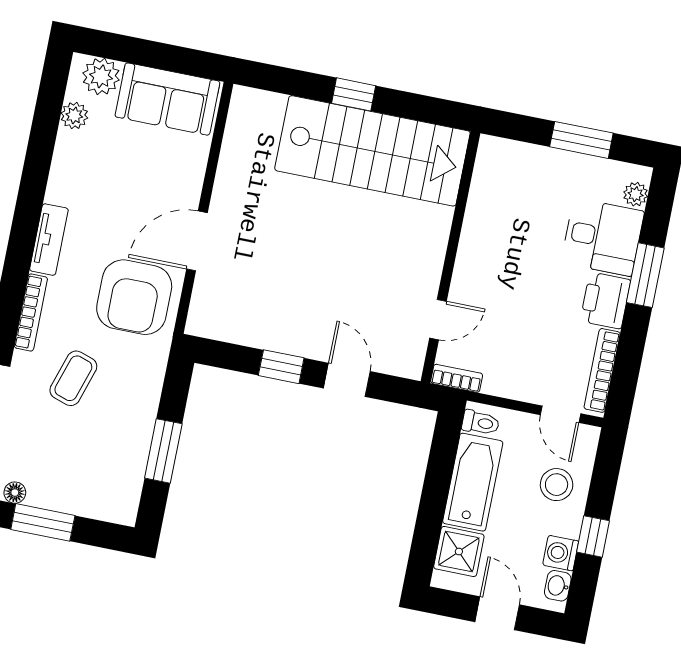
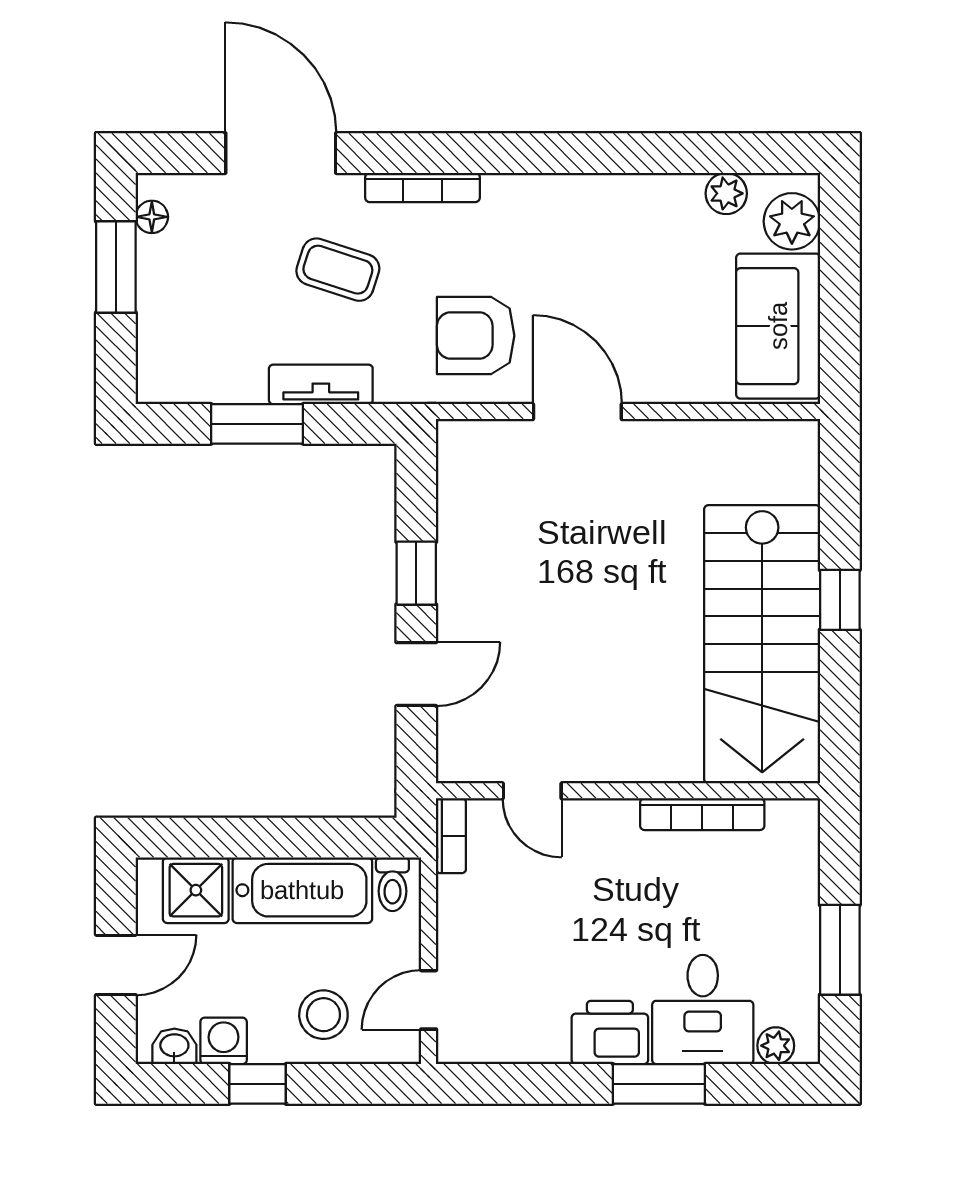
tv unit: (49, 240) -> (321, 384), moved, turned 180
armchair: (134, 297) -> (476, 336), width x0.73, depth x0.73
bookcase: (602, 370) -> (702, 814), moved, turned 180

